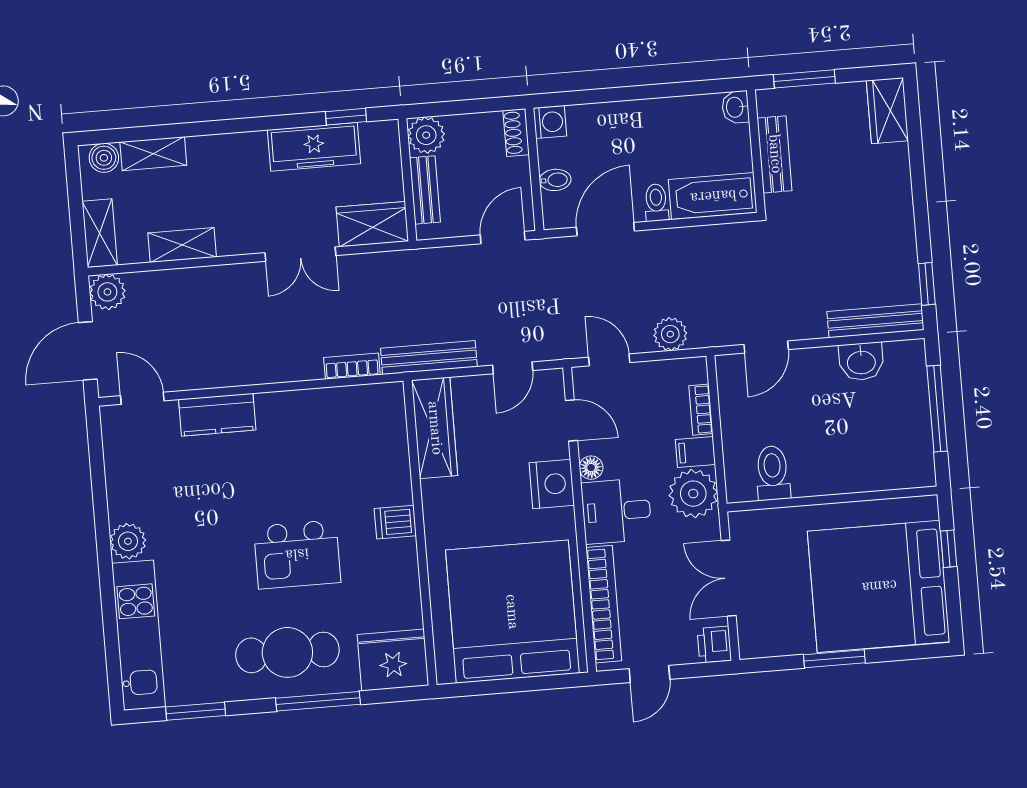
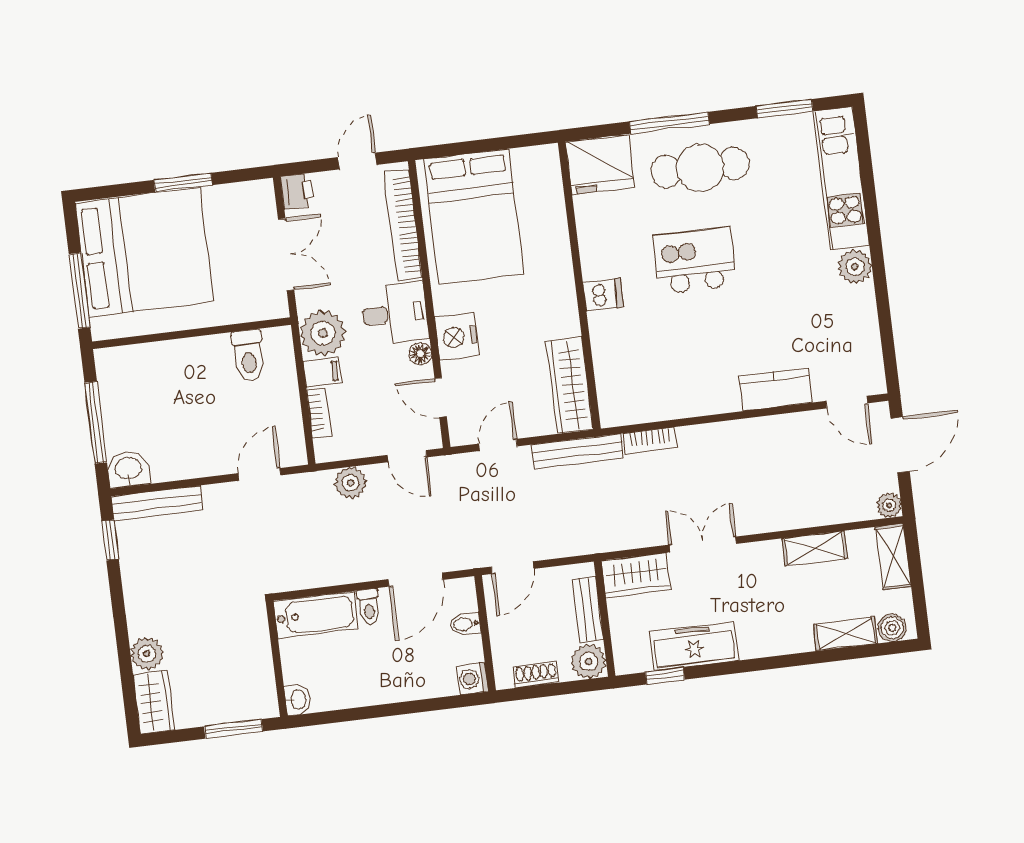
shoe rack: (516, 133) -> (536, 675), moved, turned -90
bench: (775, 154) -> (259, 656), removed
plant: (893, 162) -> (147, 654), added
plant: (107, 292) -> (889, 505), width x0.73, depth x0.73
washbasin: (861, 362) -> (128, 469), moved
window: (949, 549) -> (80, 291), width x2.17
bed: (512, 612) -> (474, 217), width x0.73

